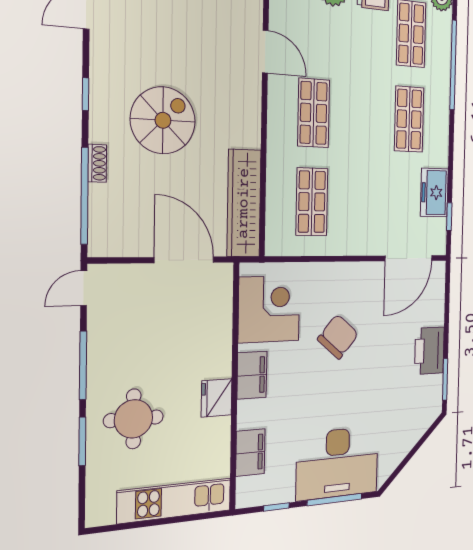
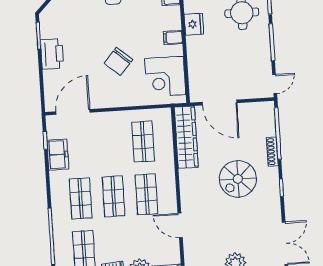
shop shelf: (362, 116) -> (114, 196), added
shoe rack: (97, 163) -> (272, 152), width x1.43
filing cabinet: (252, 375) -> (173, 38), width x0.50

